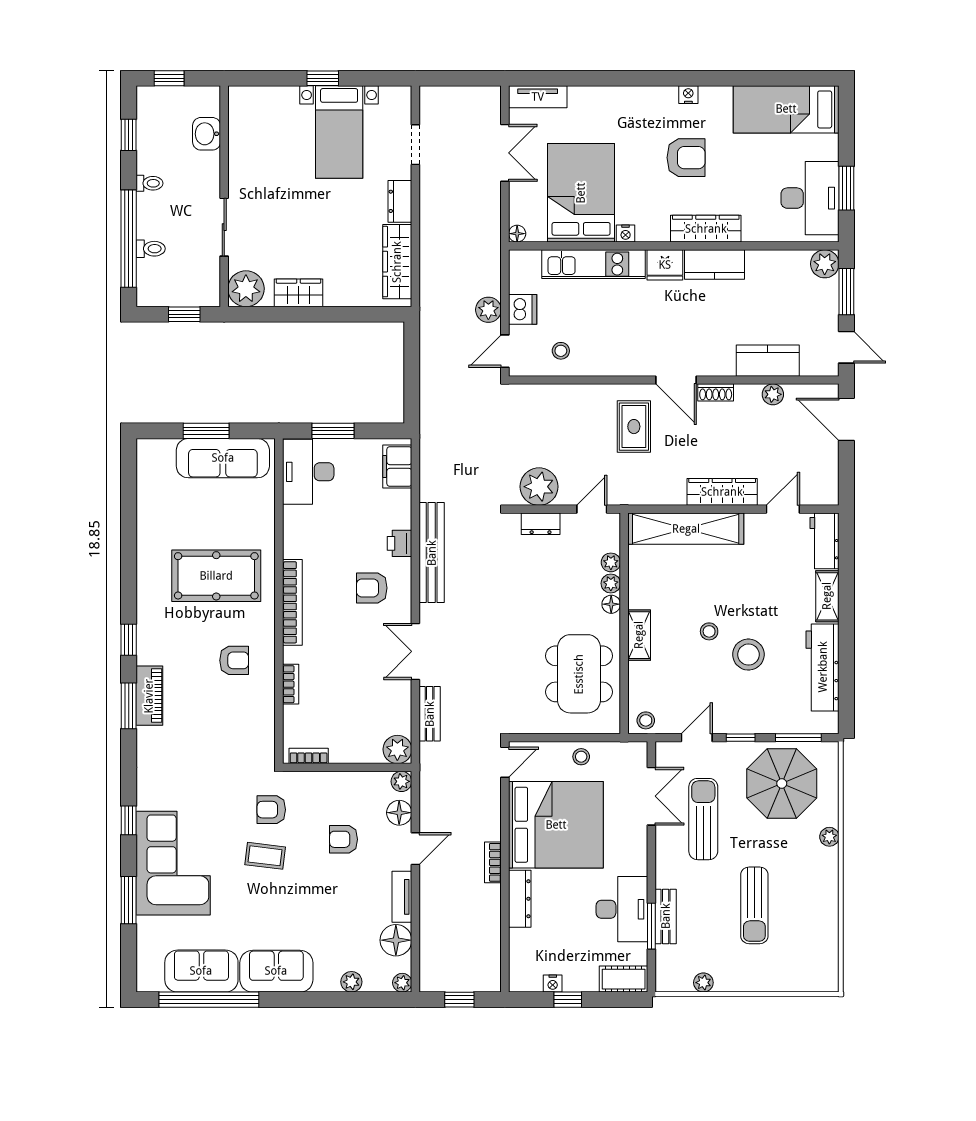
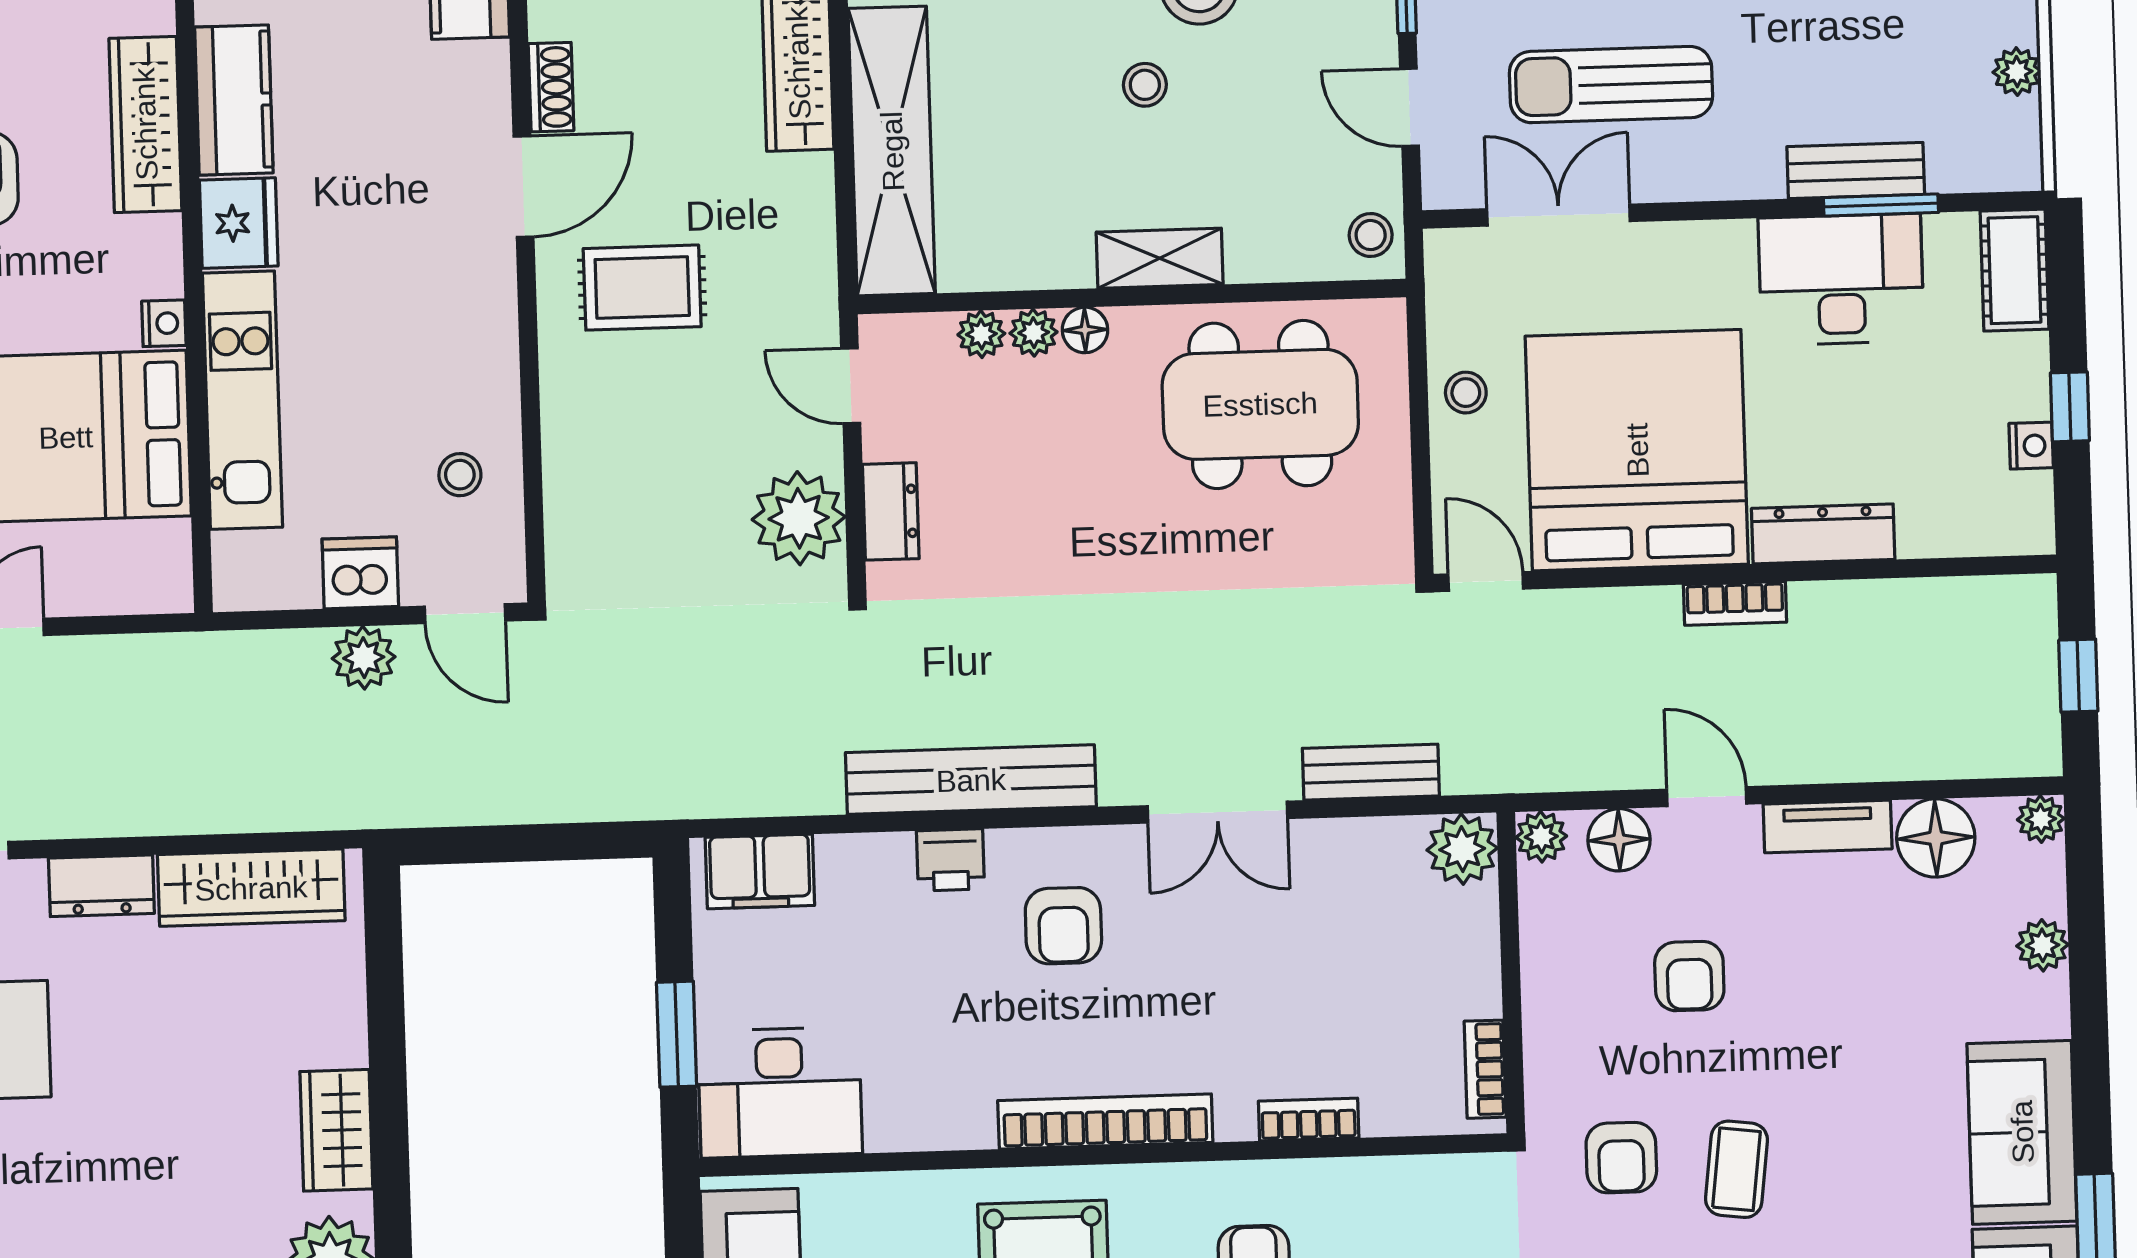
floor lamp: (517, 234) -> (173, 592), removed

